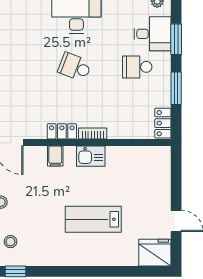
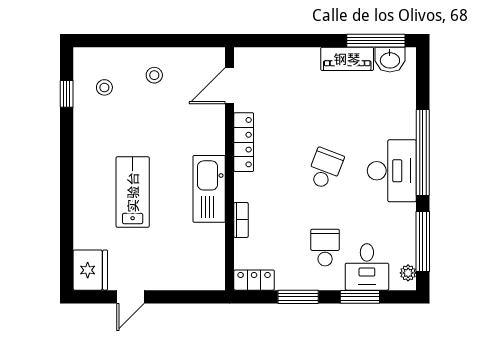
locker: (62, 131) -> (244, 142), width x1.53
bookcase: (93, 133) -> (241, 220), moved
filing cabinet: (55, 156) -> (212, 144), removed
kitchen sink: (91, 156) -> (209, 189), width x1.88, depth x1.24

